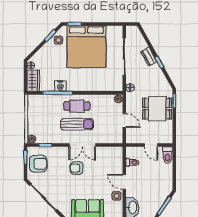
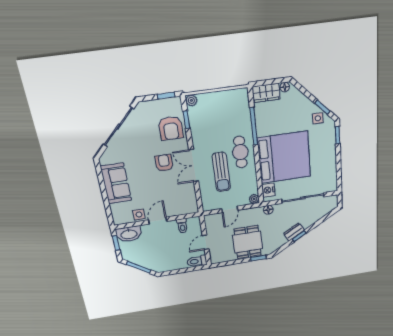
bed: (86, 47) -> (284, 157), moved, turned 180
dresser: (149, 57) -> (294, 232), moved
nightstand: (60, 86) -> (268, 190), moved
sun lounger: (77, 124) -> (221, 172), moved
armchair: (38, 164) -> (171, 128), moved

